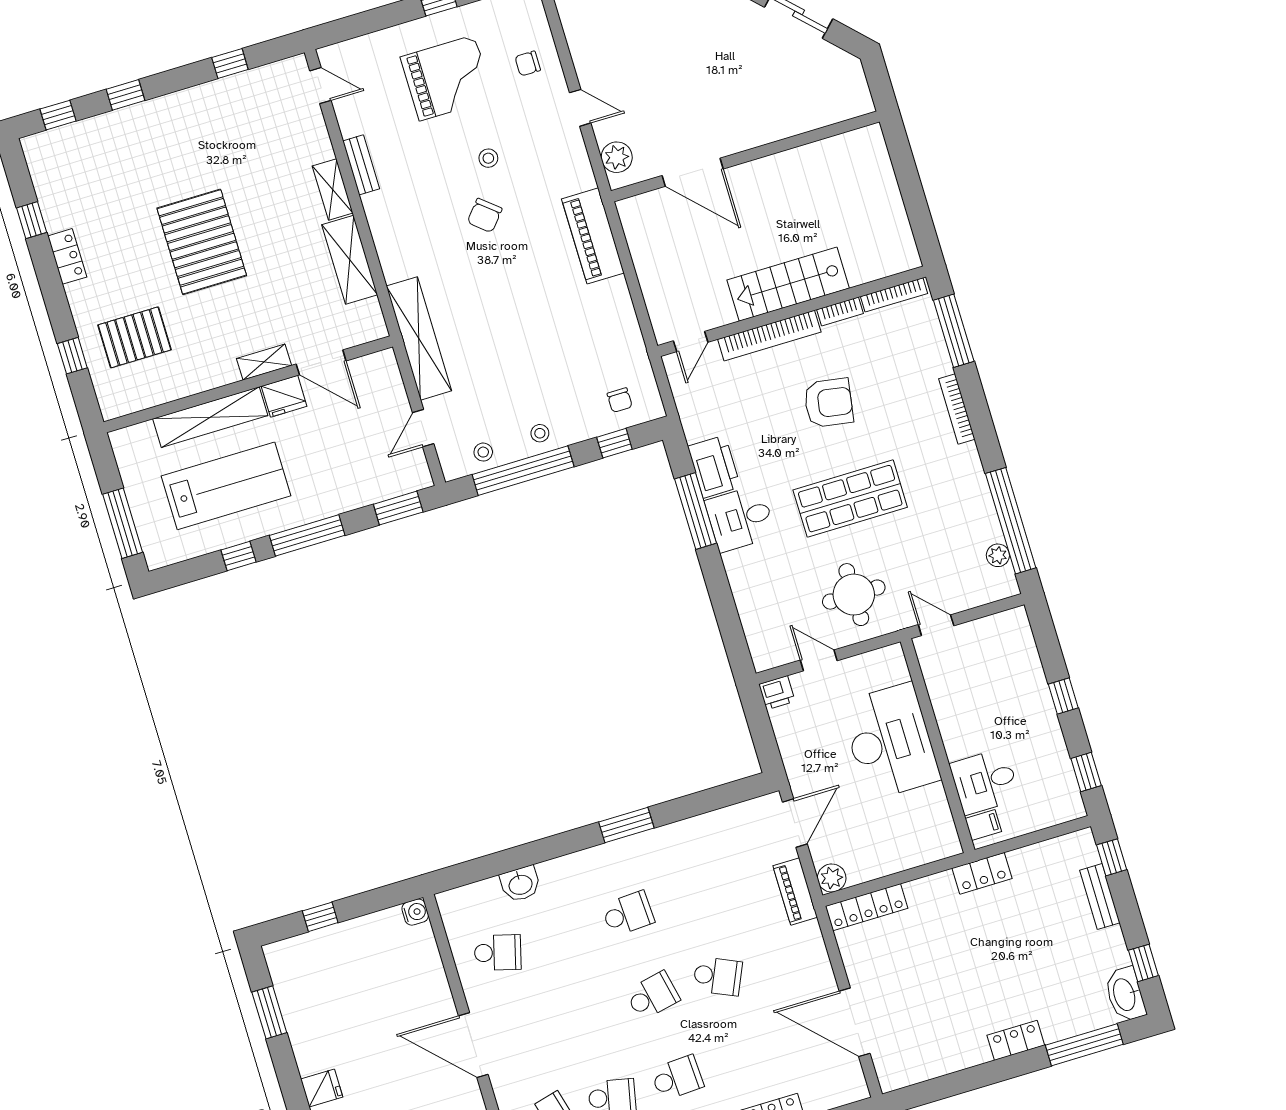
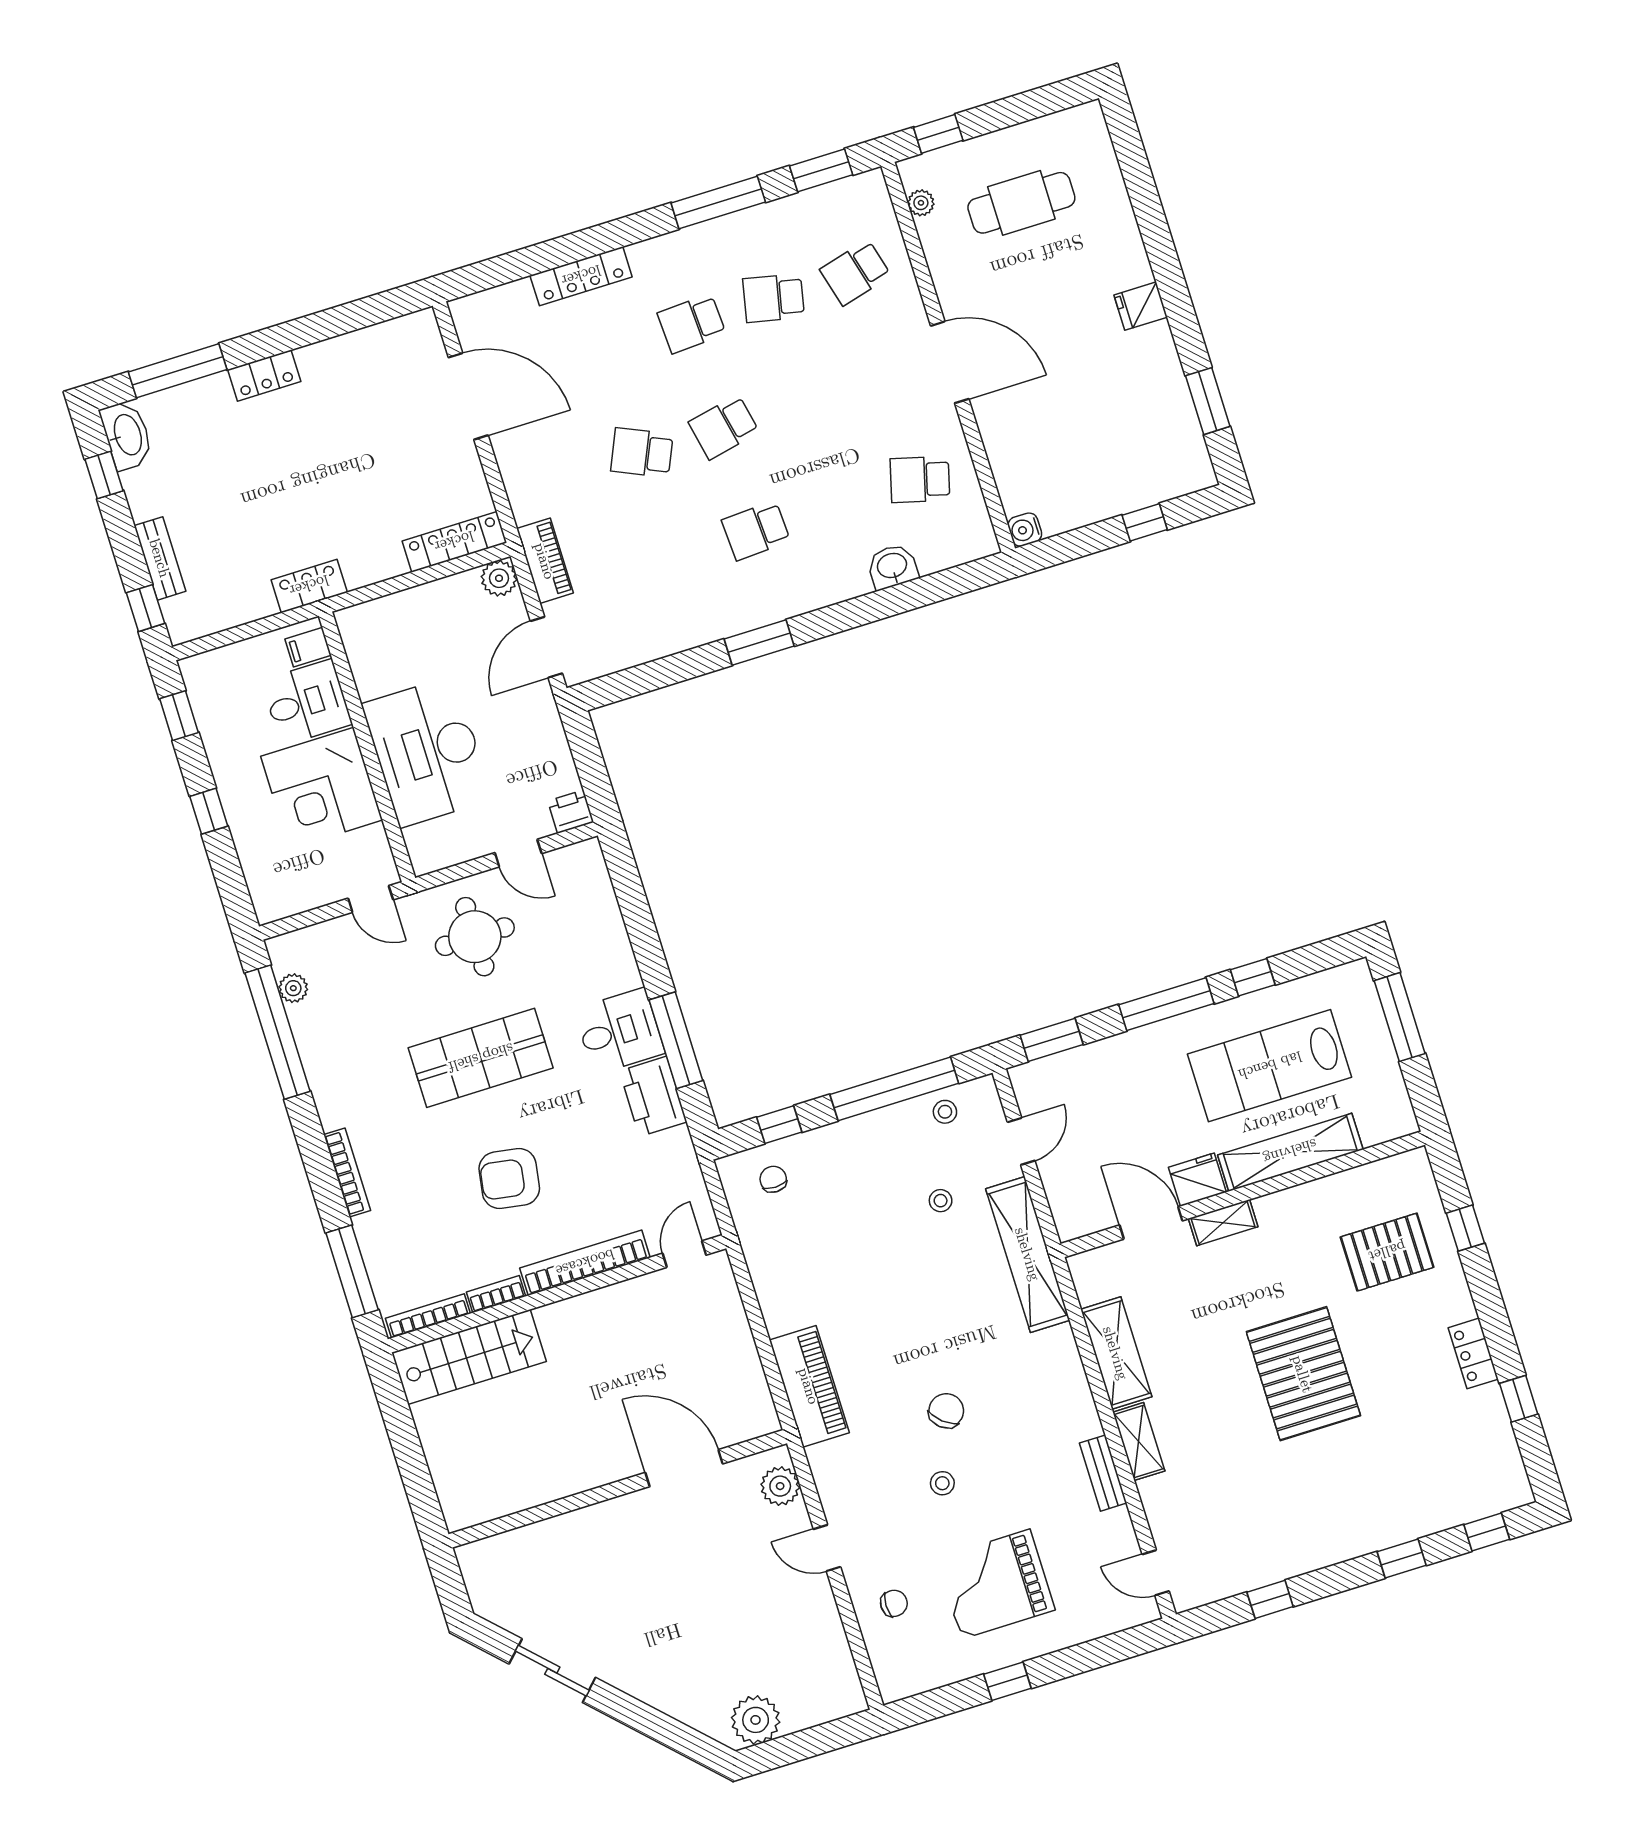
stairs: (788, 284) -> (469, 1357), moved
stool: (540, 433) -> (941, 1201), moved
corner desk: (974, 713) -> (322, 788), added

